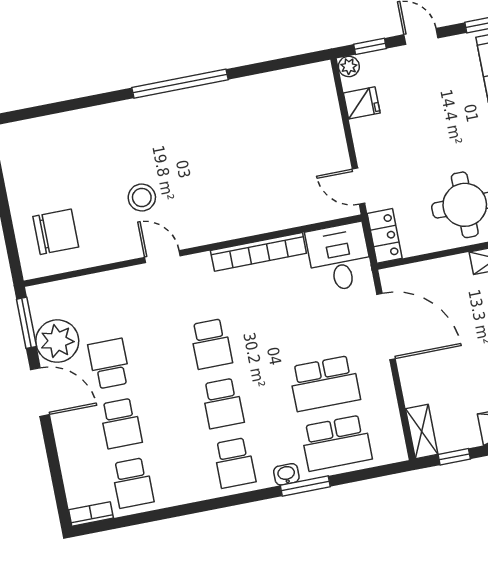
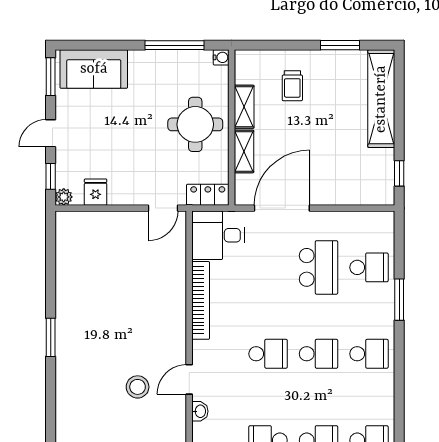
window: (180, 84) -> (51, 337), width x0.47
shelving: (422, 431) -> (244, 151), moved, turned 90
school desk: (336, 443) -> (369, 267), width x0.54
washbasin: (286, 474) -> (200, 411), moved, turned 180

